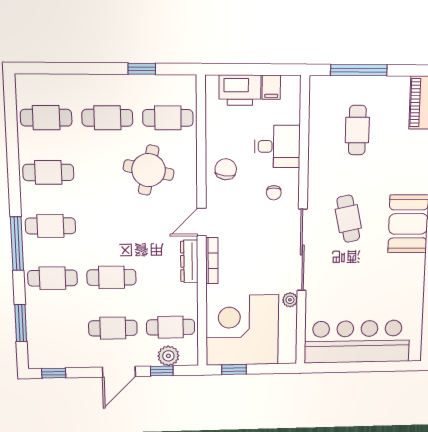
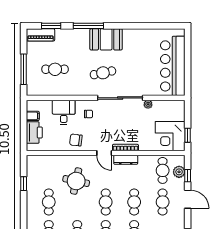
cafe table: (168, 118) -> (106, 202), moved
corner desk: (242, 330) -> (170, 136), width x0.74, depth x0.74

